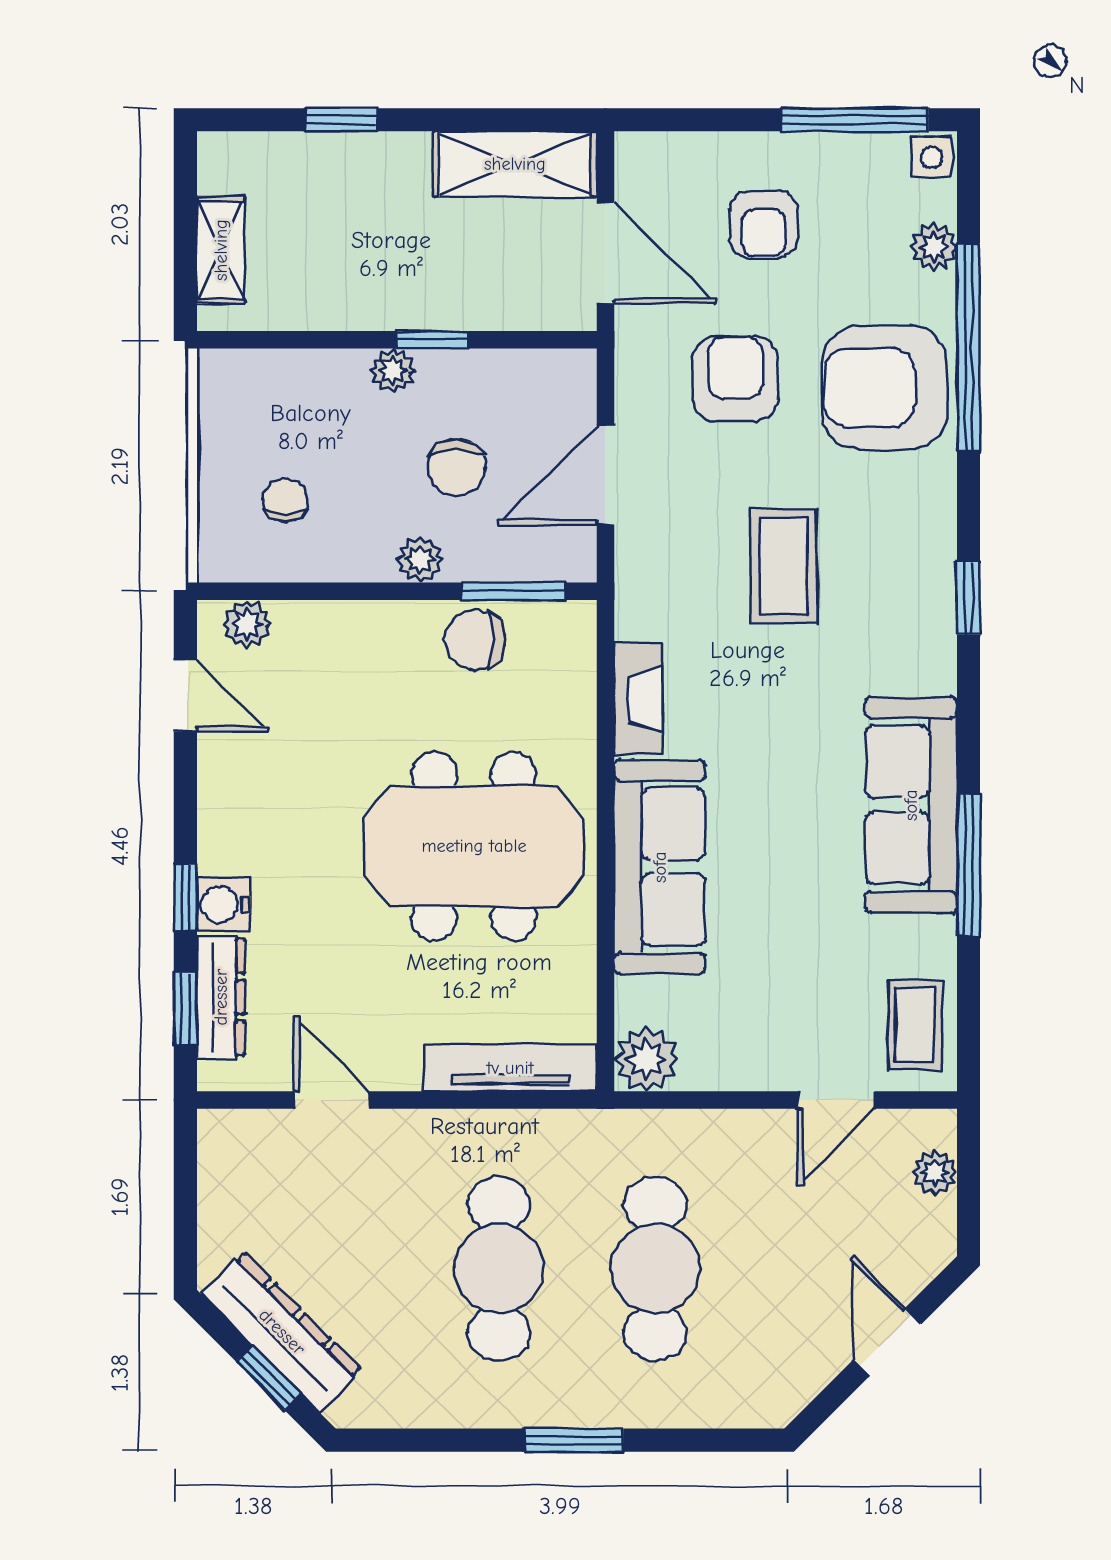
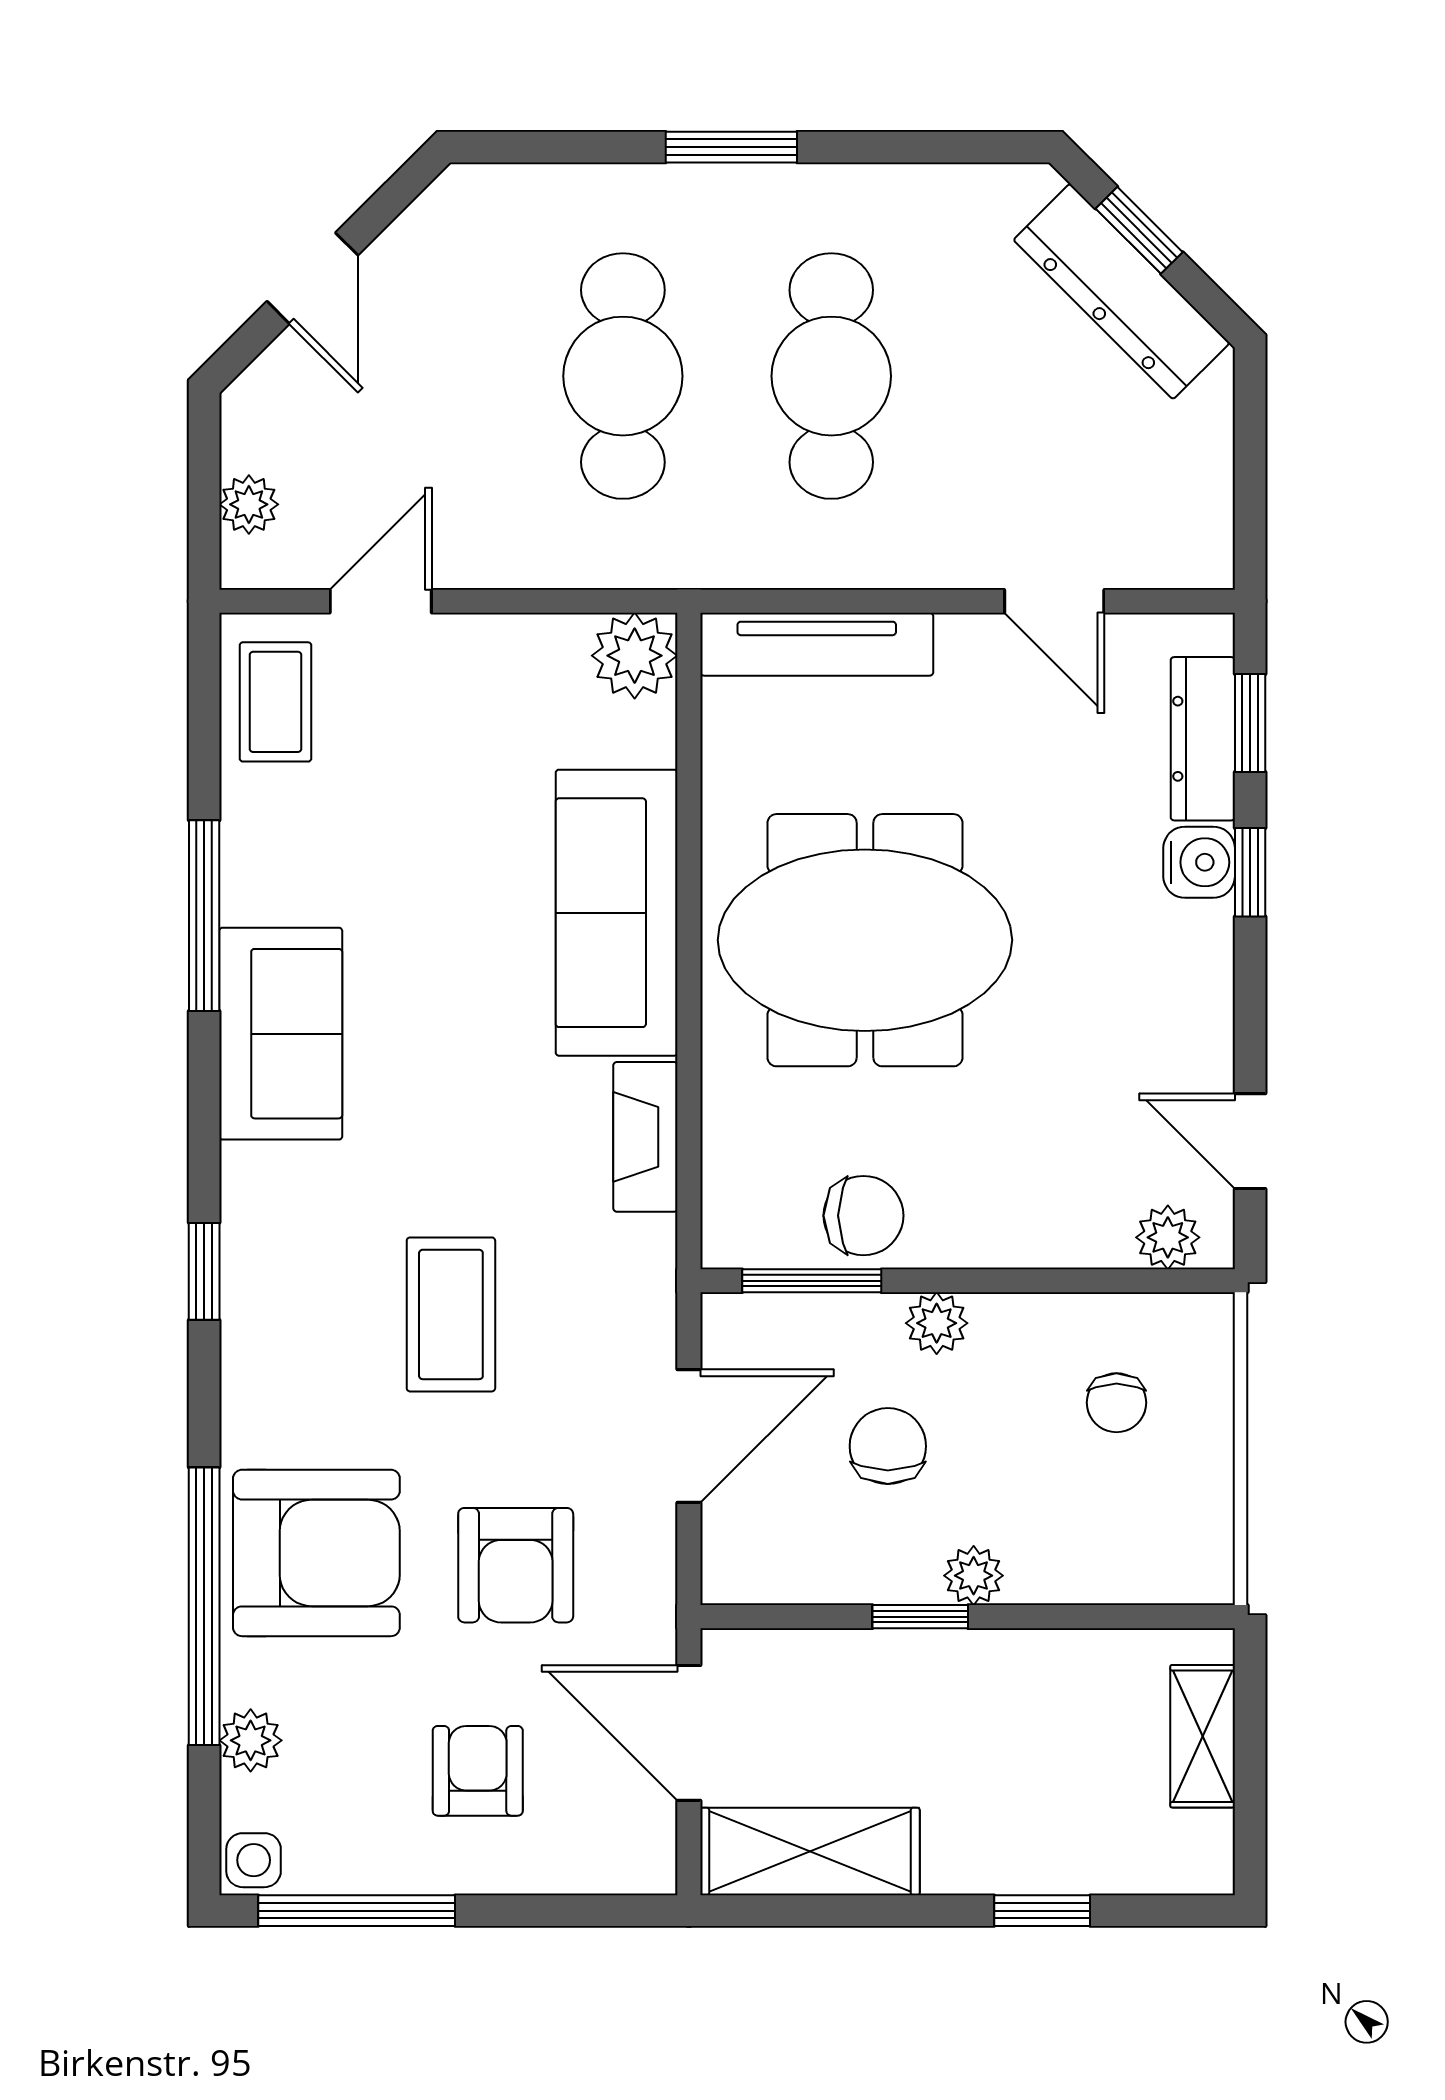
sofa: (911, 805) -> (281, 1034), width x0.73

